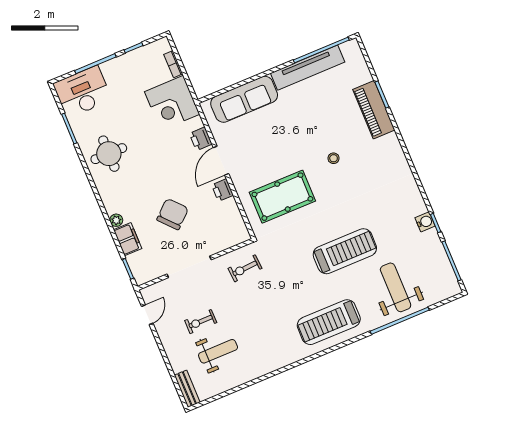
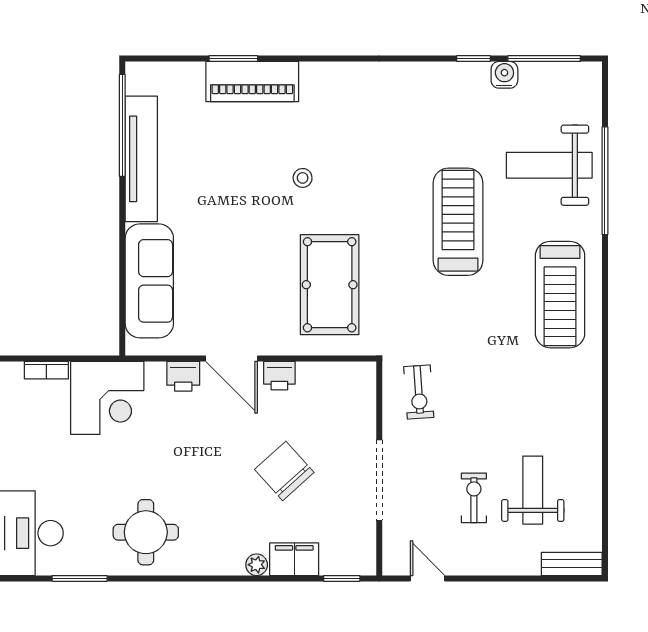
water cooler: (425, 222) -> (504, 75), moved
exercise bike: (201, 322) -> (474, 498), turned 180

